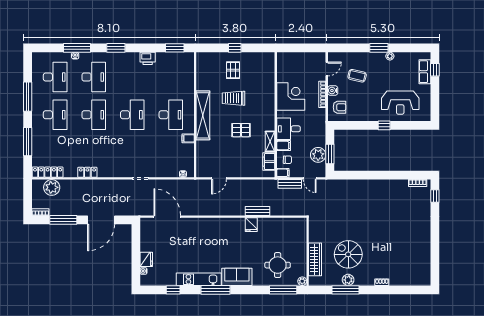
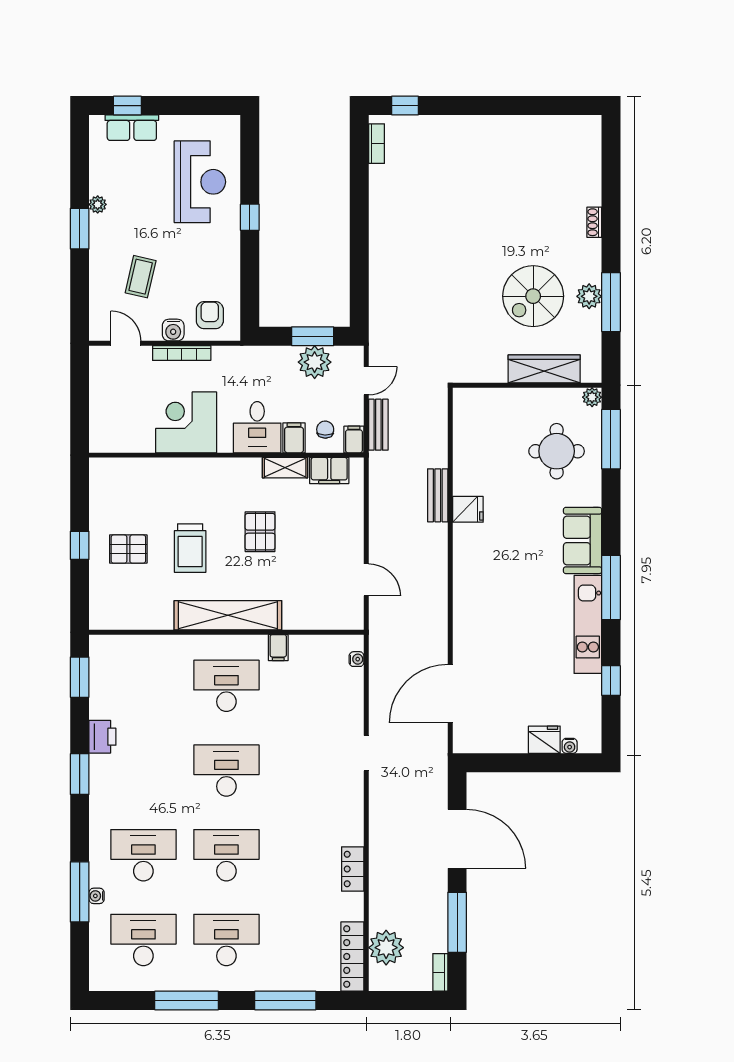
window: (116, 48) -> (80, 774), moved

